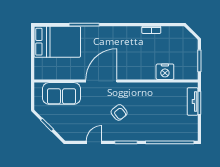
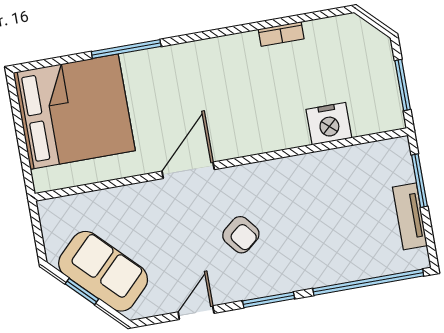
bed: (57, 42) -> (74, 112), width x1.36
door: (101, 81) -> (188, 170), width x0.73
sofa: (62, 93) -> (103, 271), moved, turned -135
tv unit: (193, 102) -> (410, 216), moved

